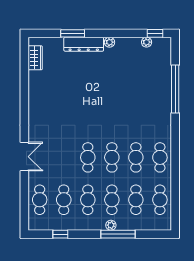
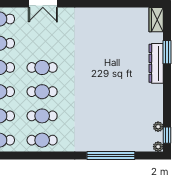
plant: (110, 42) -> (158, 147), moved
wardrobe: (35, 58) -> (156, 20), moved, turned 90

